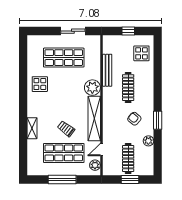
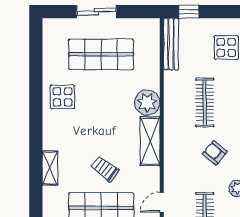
sliding door: (73, 31) -> (97, 12), moved
window: (128, 31) -> (189, 12), moved
bench: (107, 70) -> (171, 44), moved
shelving: (94, 119) -> (150, 141), width x0.68

